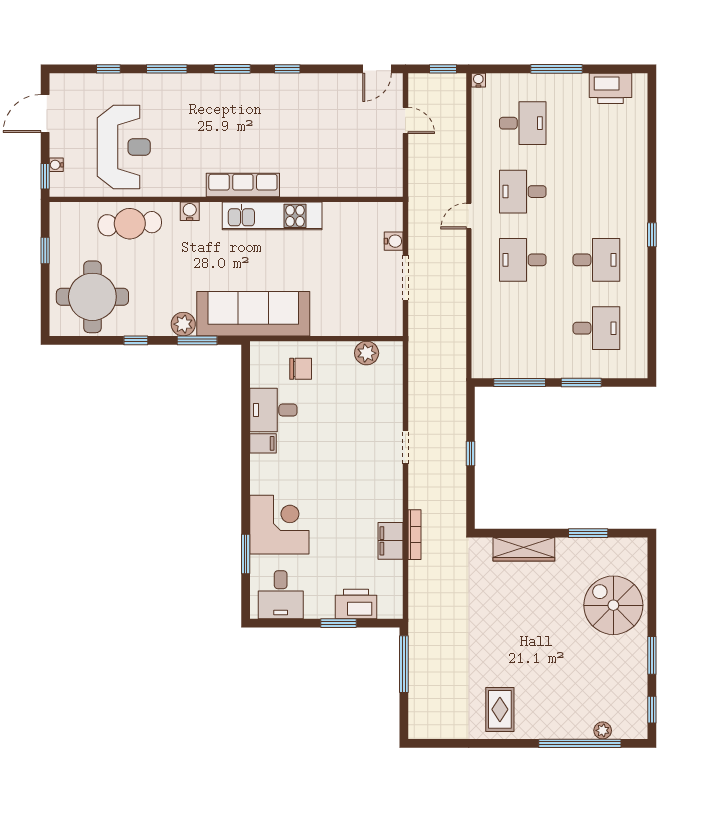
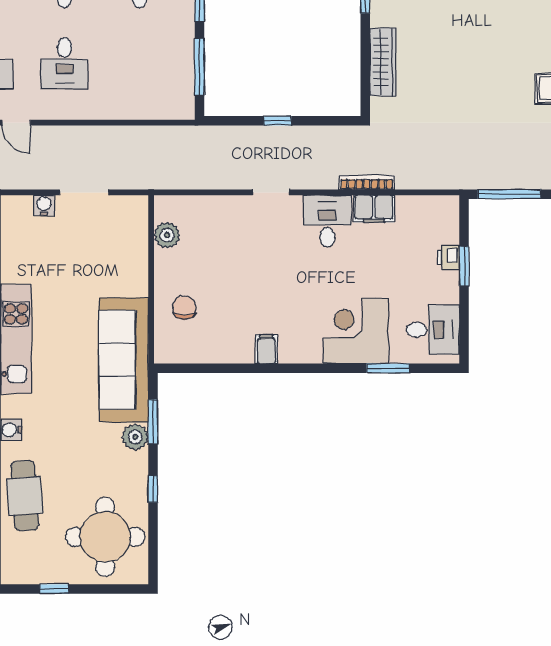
desk: (273, 410) -> (327, 221), moved, turned 180
printer: (356, 604) -> (448, 257), width x0.53, depth x0.68

